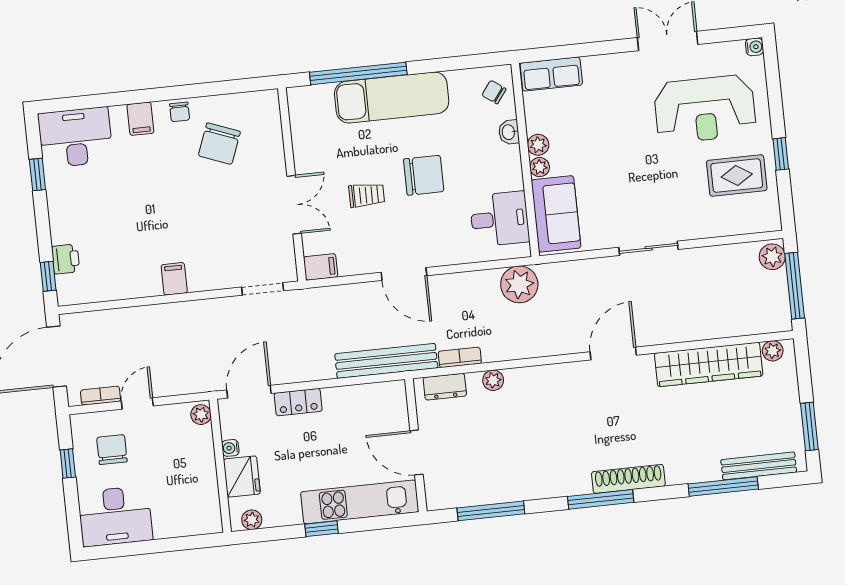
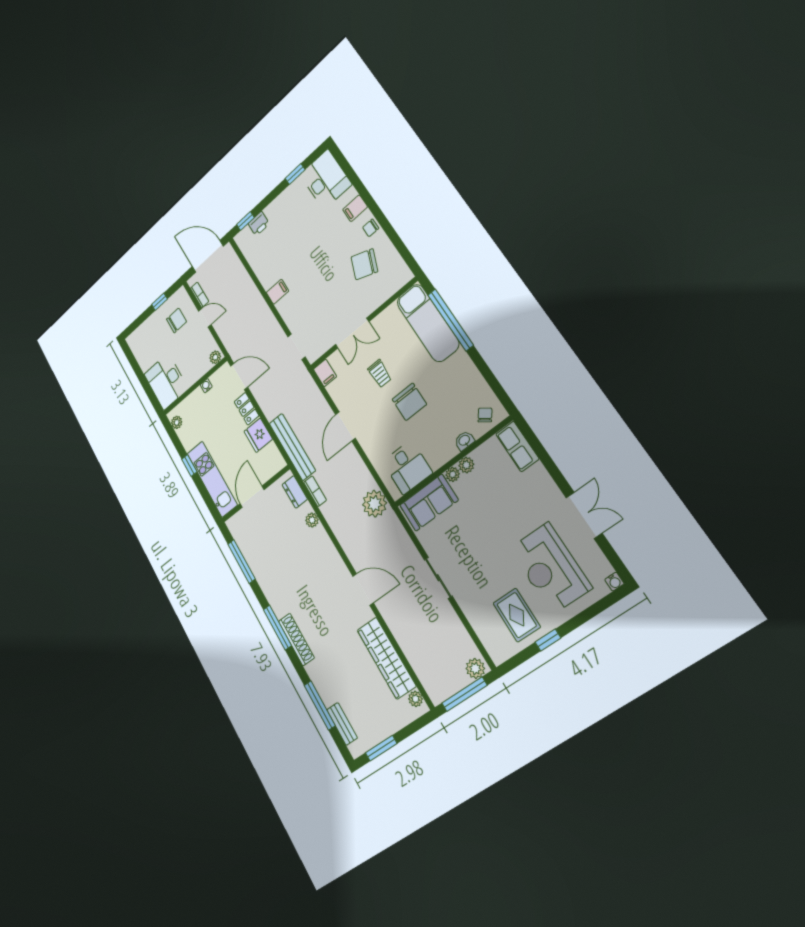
exam couch: (392, 97) -> (428, 323), moved
bench: (759, 466) -> (342, 724), width x0.73
fridge: (242, 476) -> (258, 435), moved, turned 90
desk: (115, 516) -> (166, 381), moved

